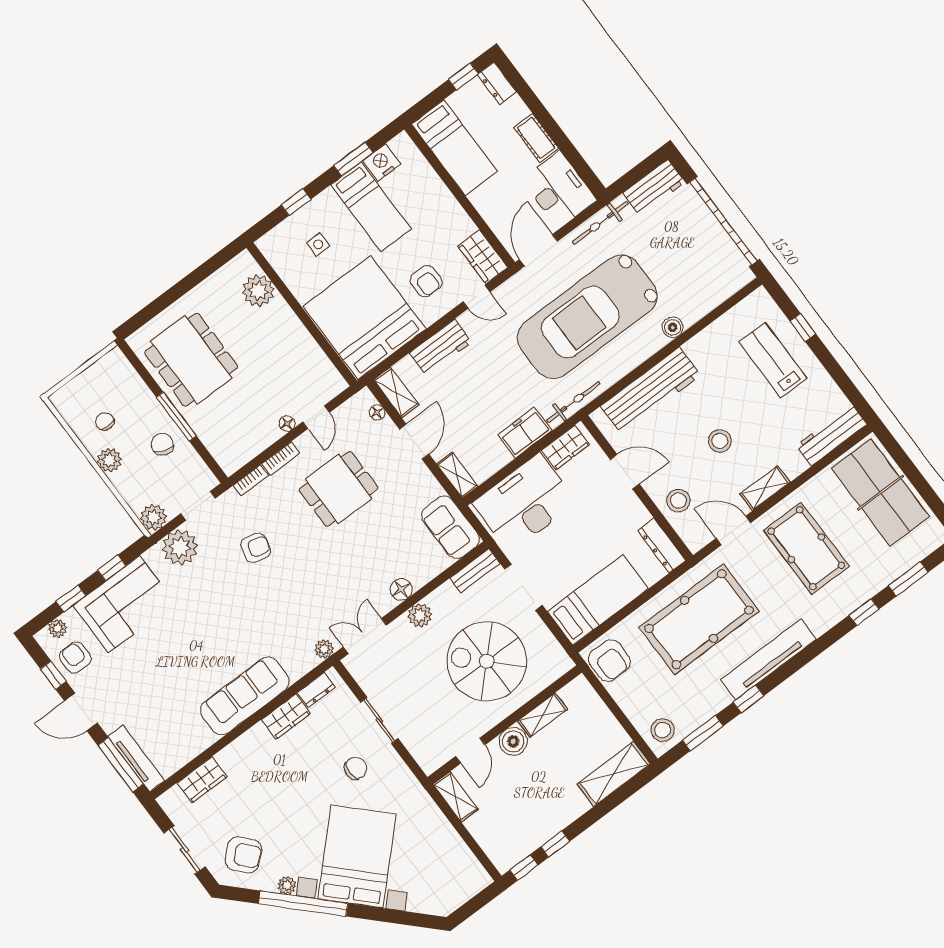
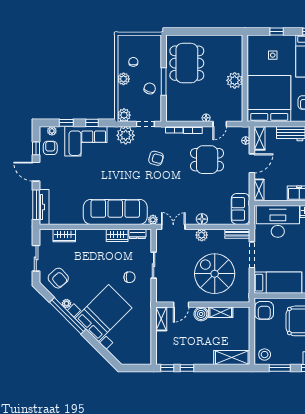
plant: (258, 291) -> (235, 80), moved
sofa: (245, 696) -> (115, 212), width x1.36, depth x1.27

